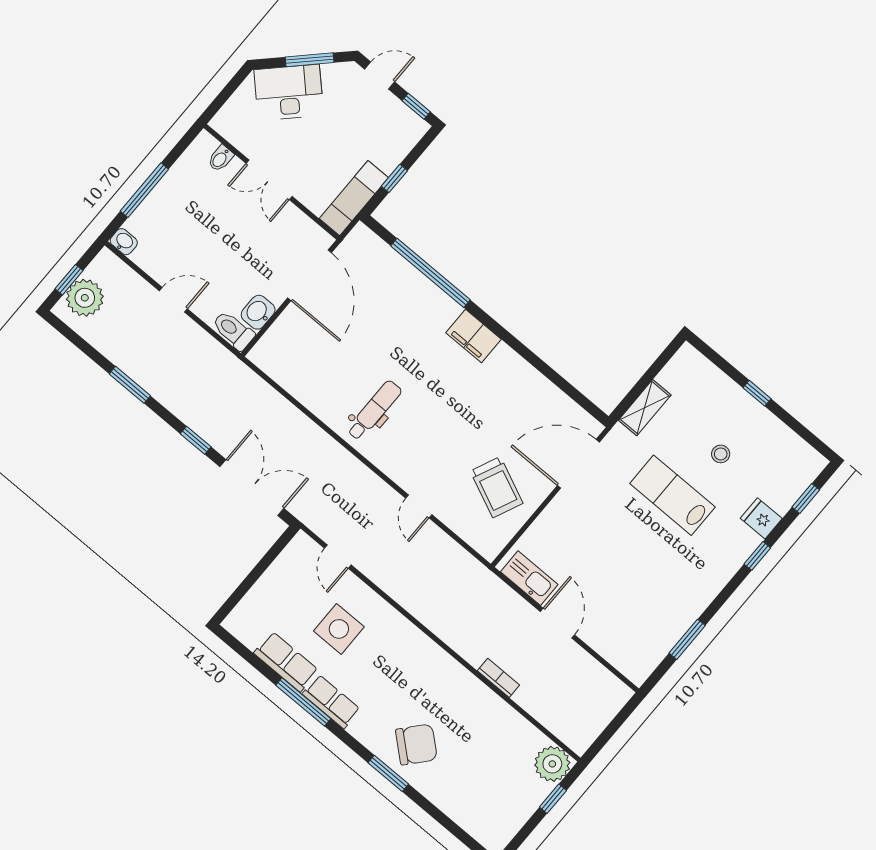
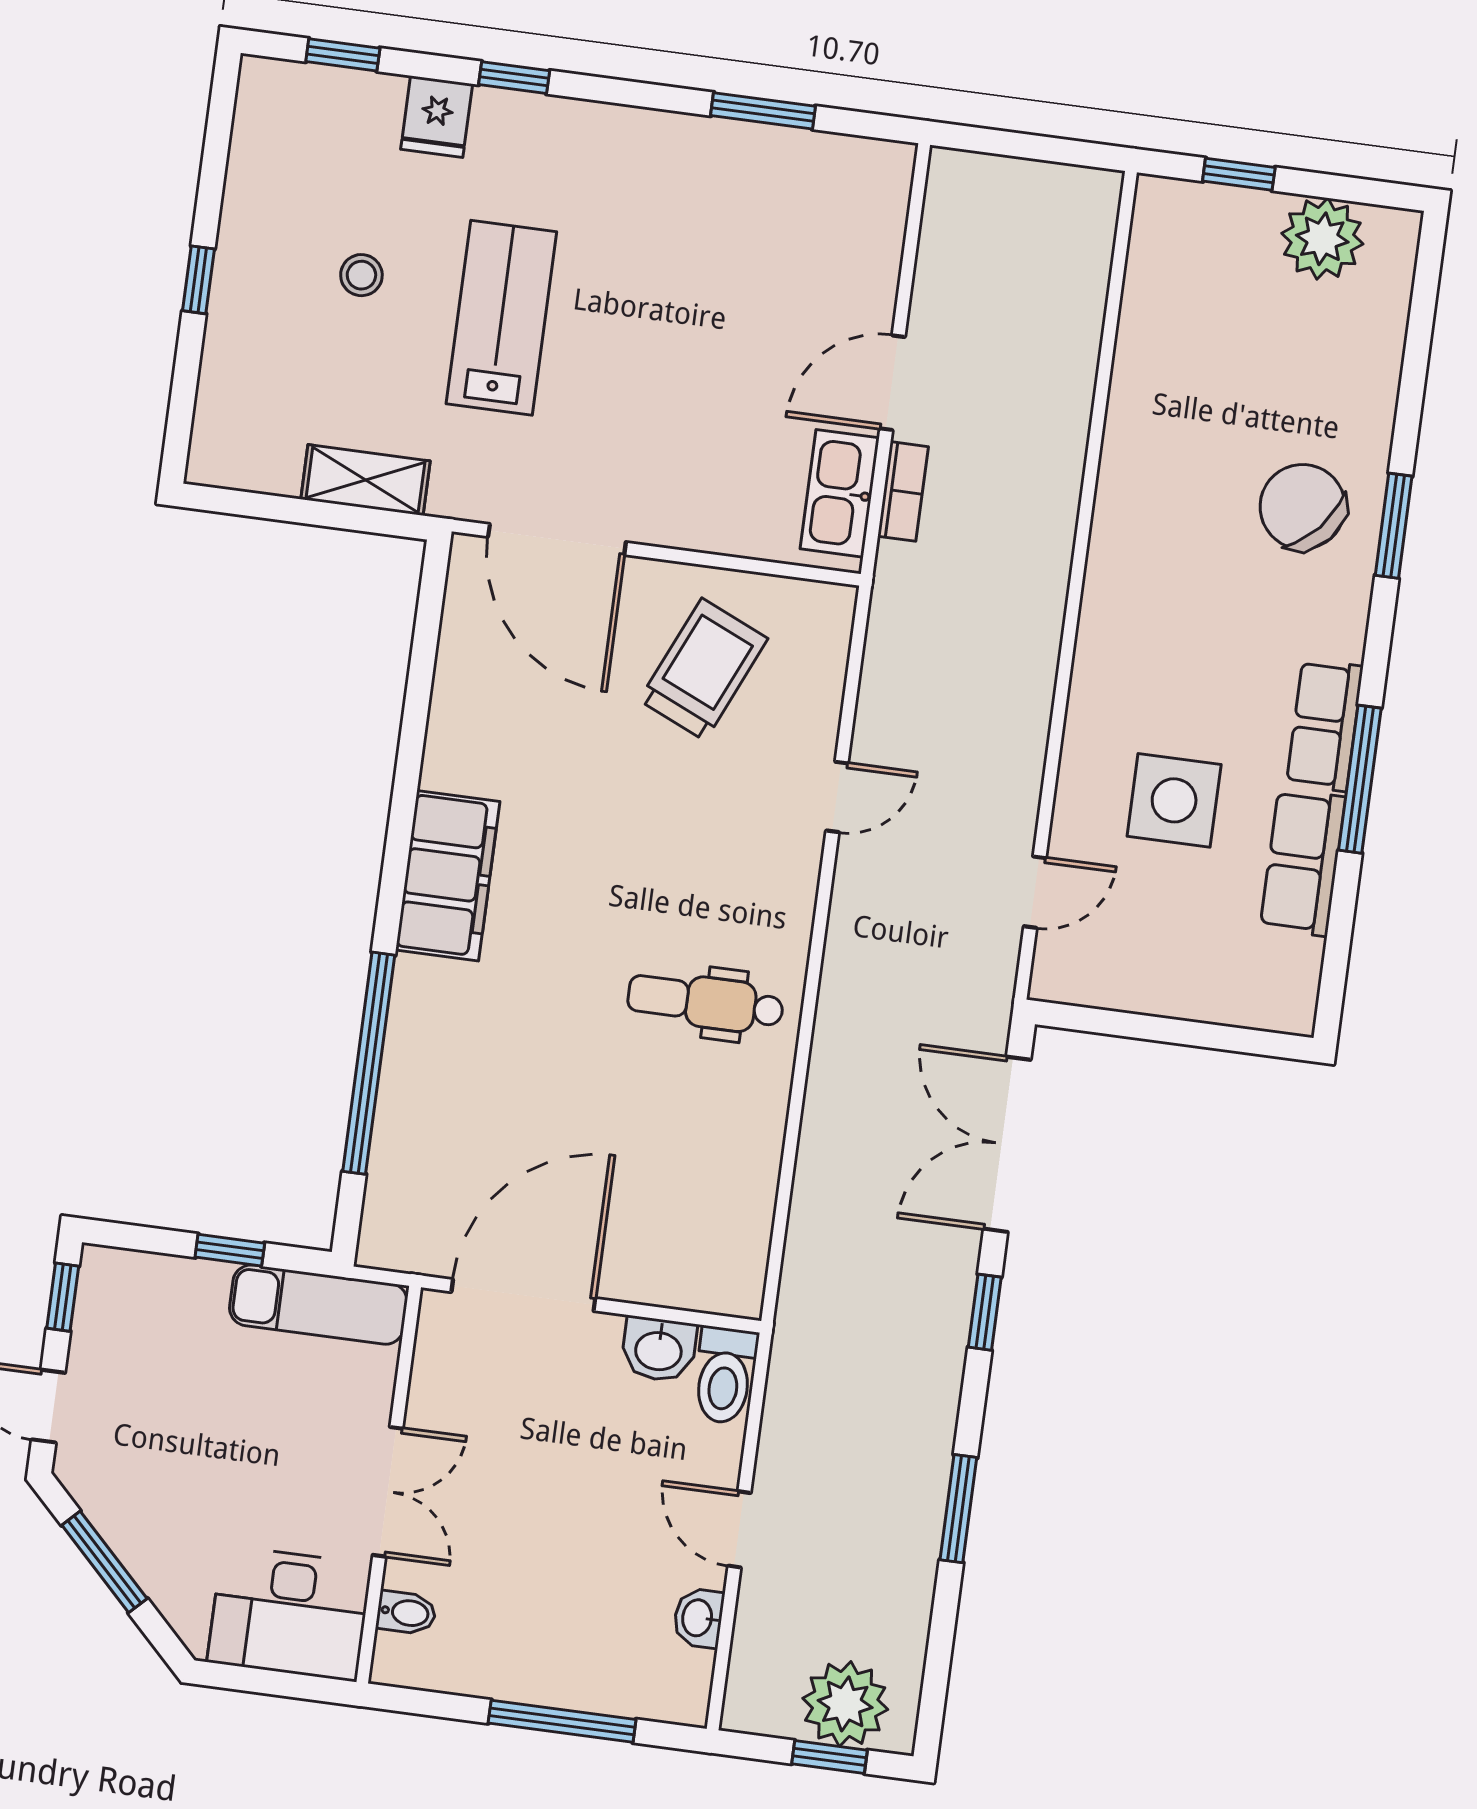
desk: (289, 92) -> (289, 1613), moved, turned -45
washbasin: (124, 242) -> (698, 1618), moved
filing cabinet: (473, 336) -> (448, 876), width x1.50, depth x1.17
lab bench: (672, 495) -> (501, 318), turned 180
bookcase: (498, 678) -> (903, 491), moved, turned 180
plant: (552, 764) -> (1322, 239), moved

